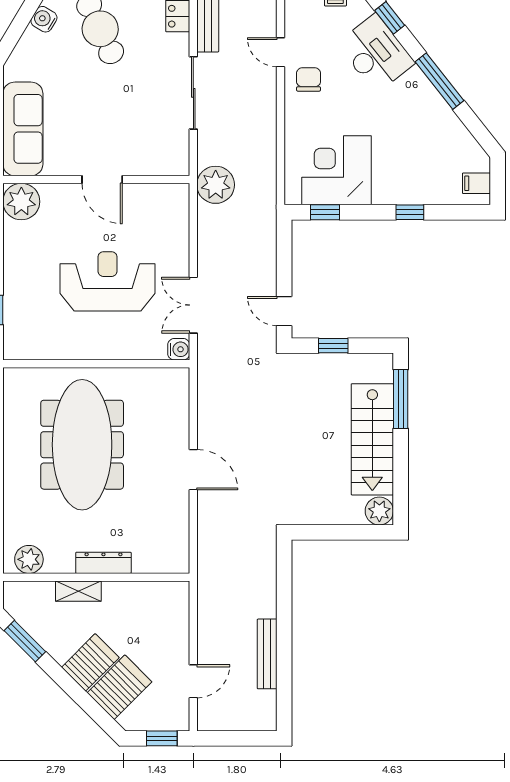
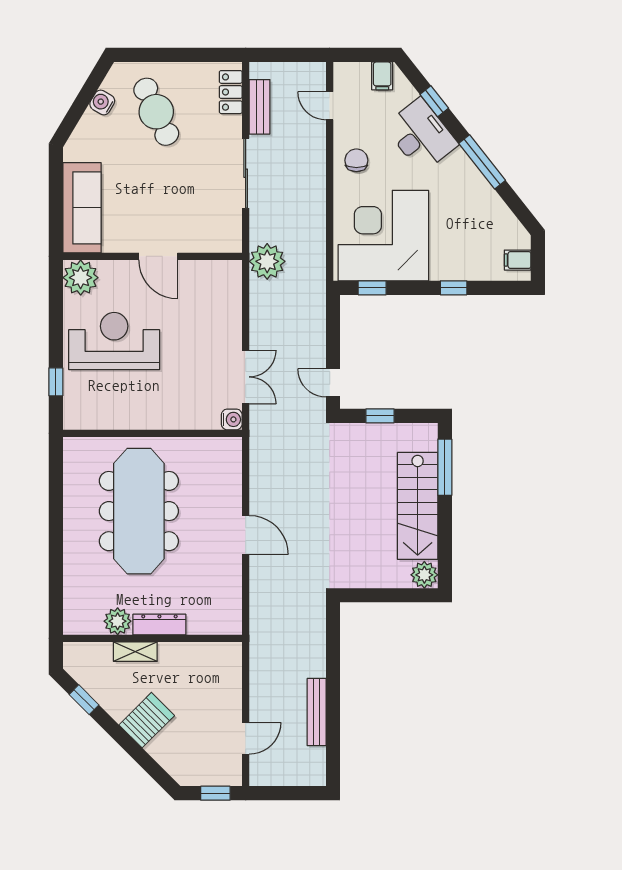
door: (281, 52) -> (330, 106), moved
corner desk: (337, 170) -> (383, 236), width x1.36, depth x1.36
reception desk: (107, 281) -> (114, 341), moved
double door: (193, 305) -> (246, 377), swing flipped
plant: (29, 559) -> (118, 621), moved
window: (25, 641) -> (84, 700), width x0.67
server rack: (119, 687) -> (175, 744), removed

